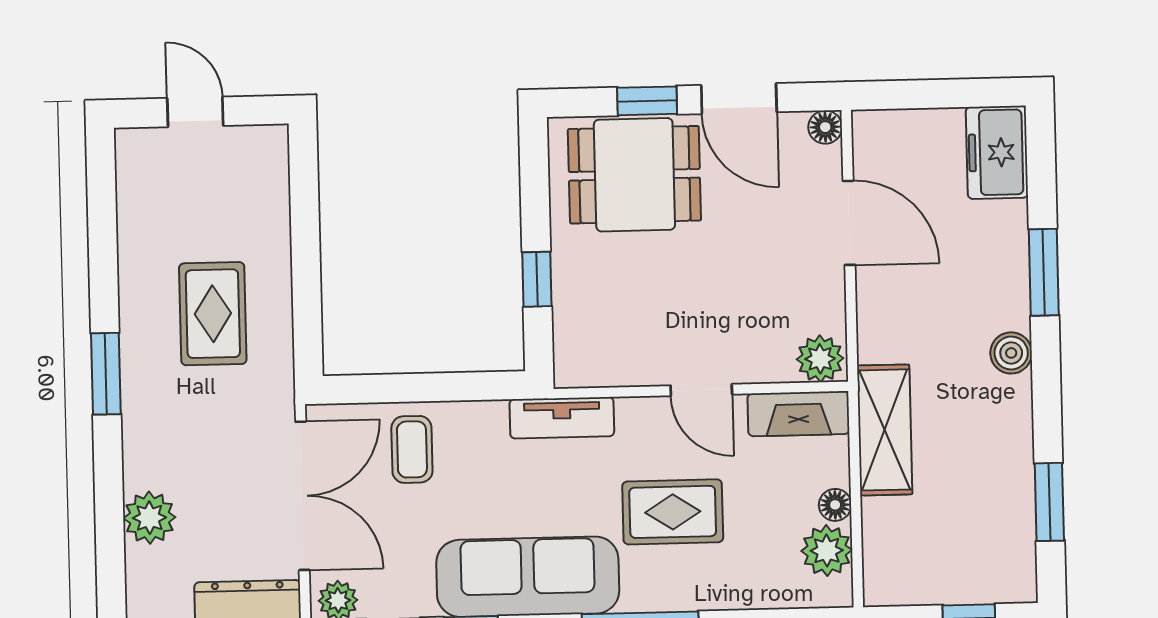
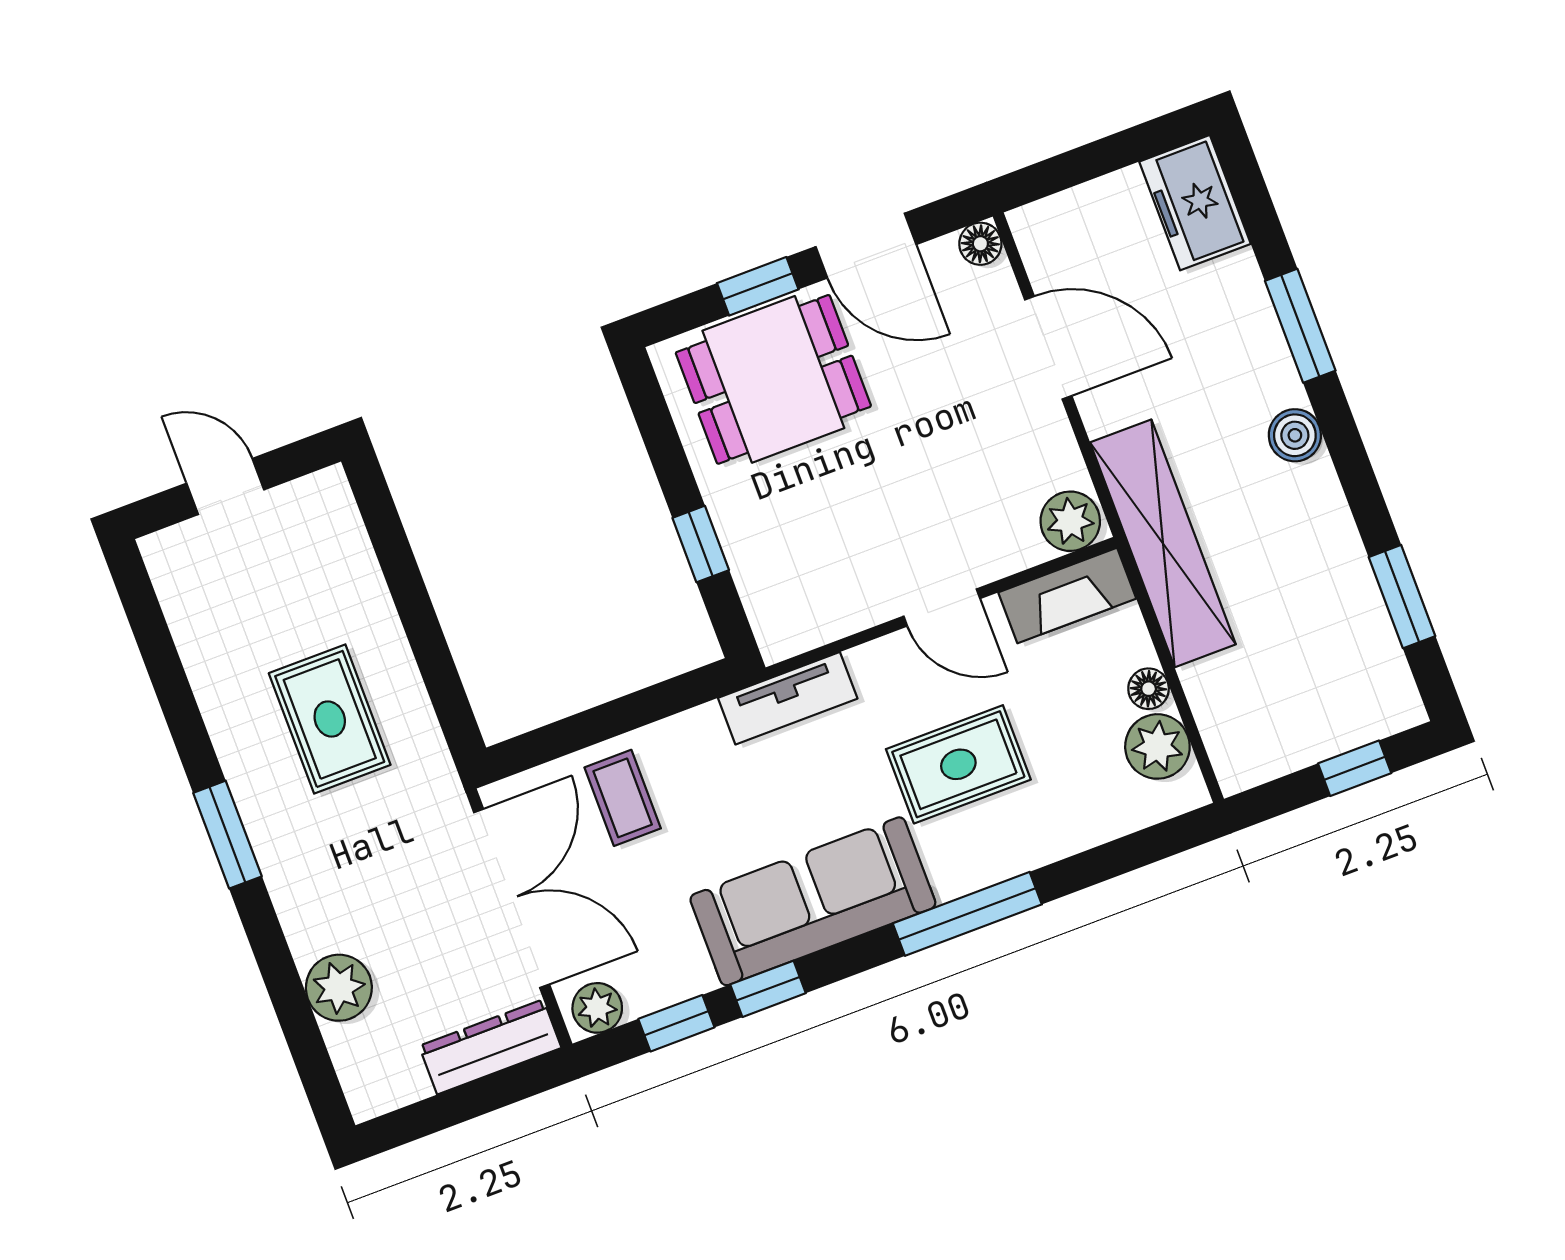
shelving: (885, 430) -> (1163, 543), width x1.47

